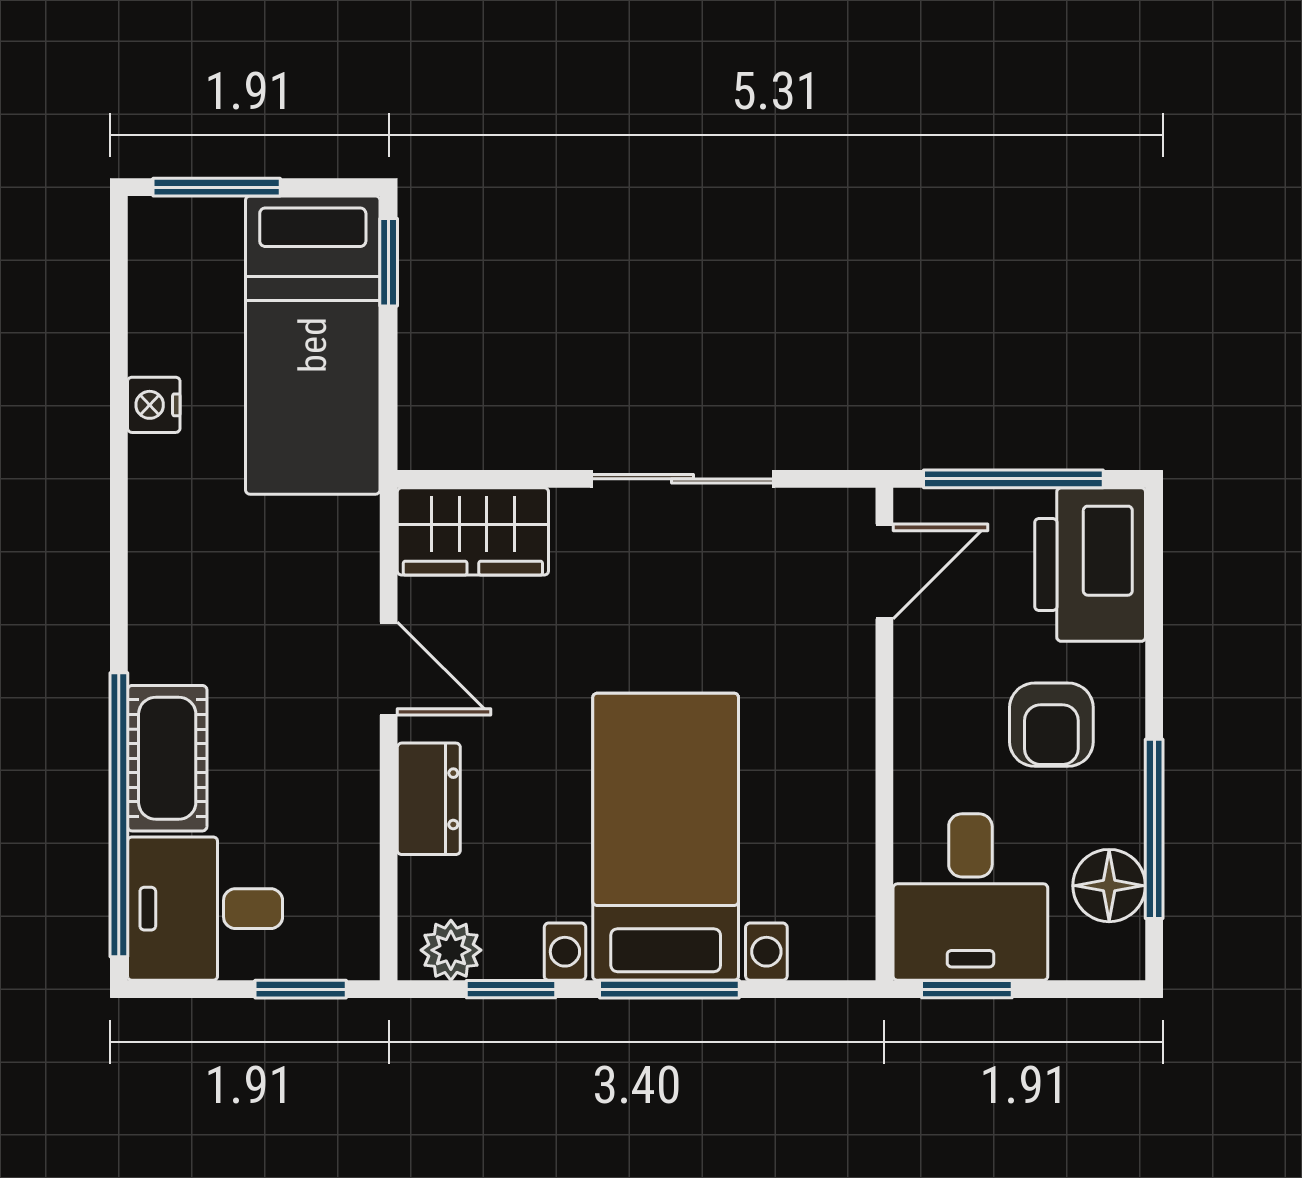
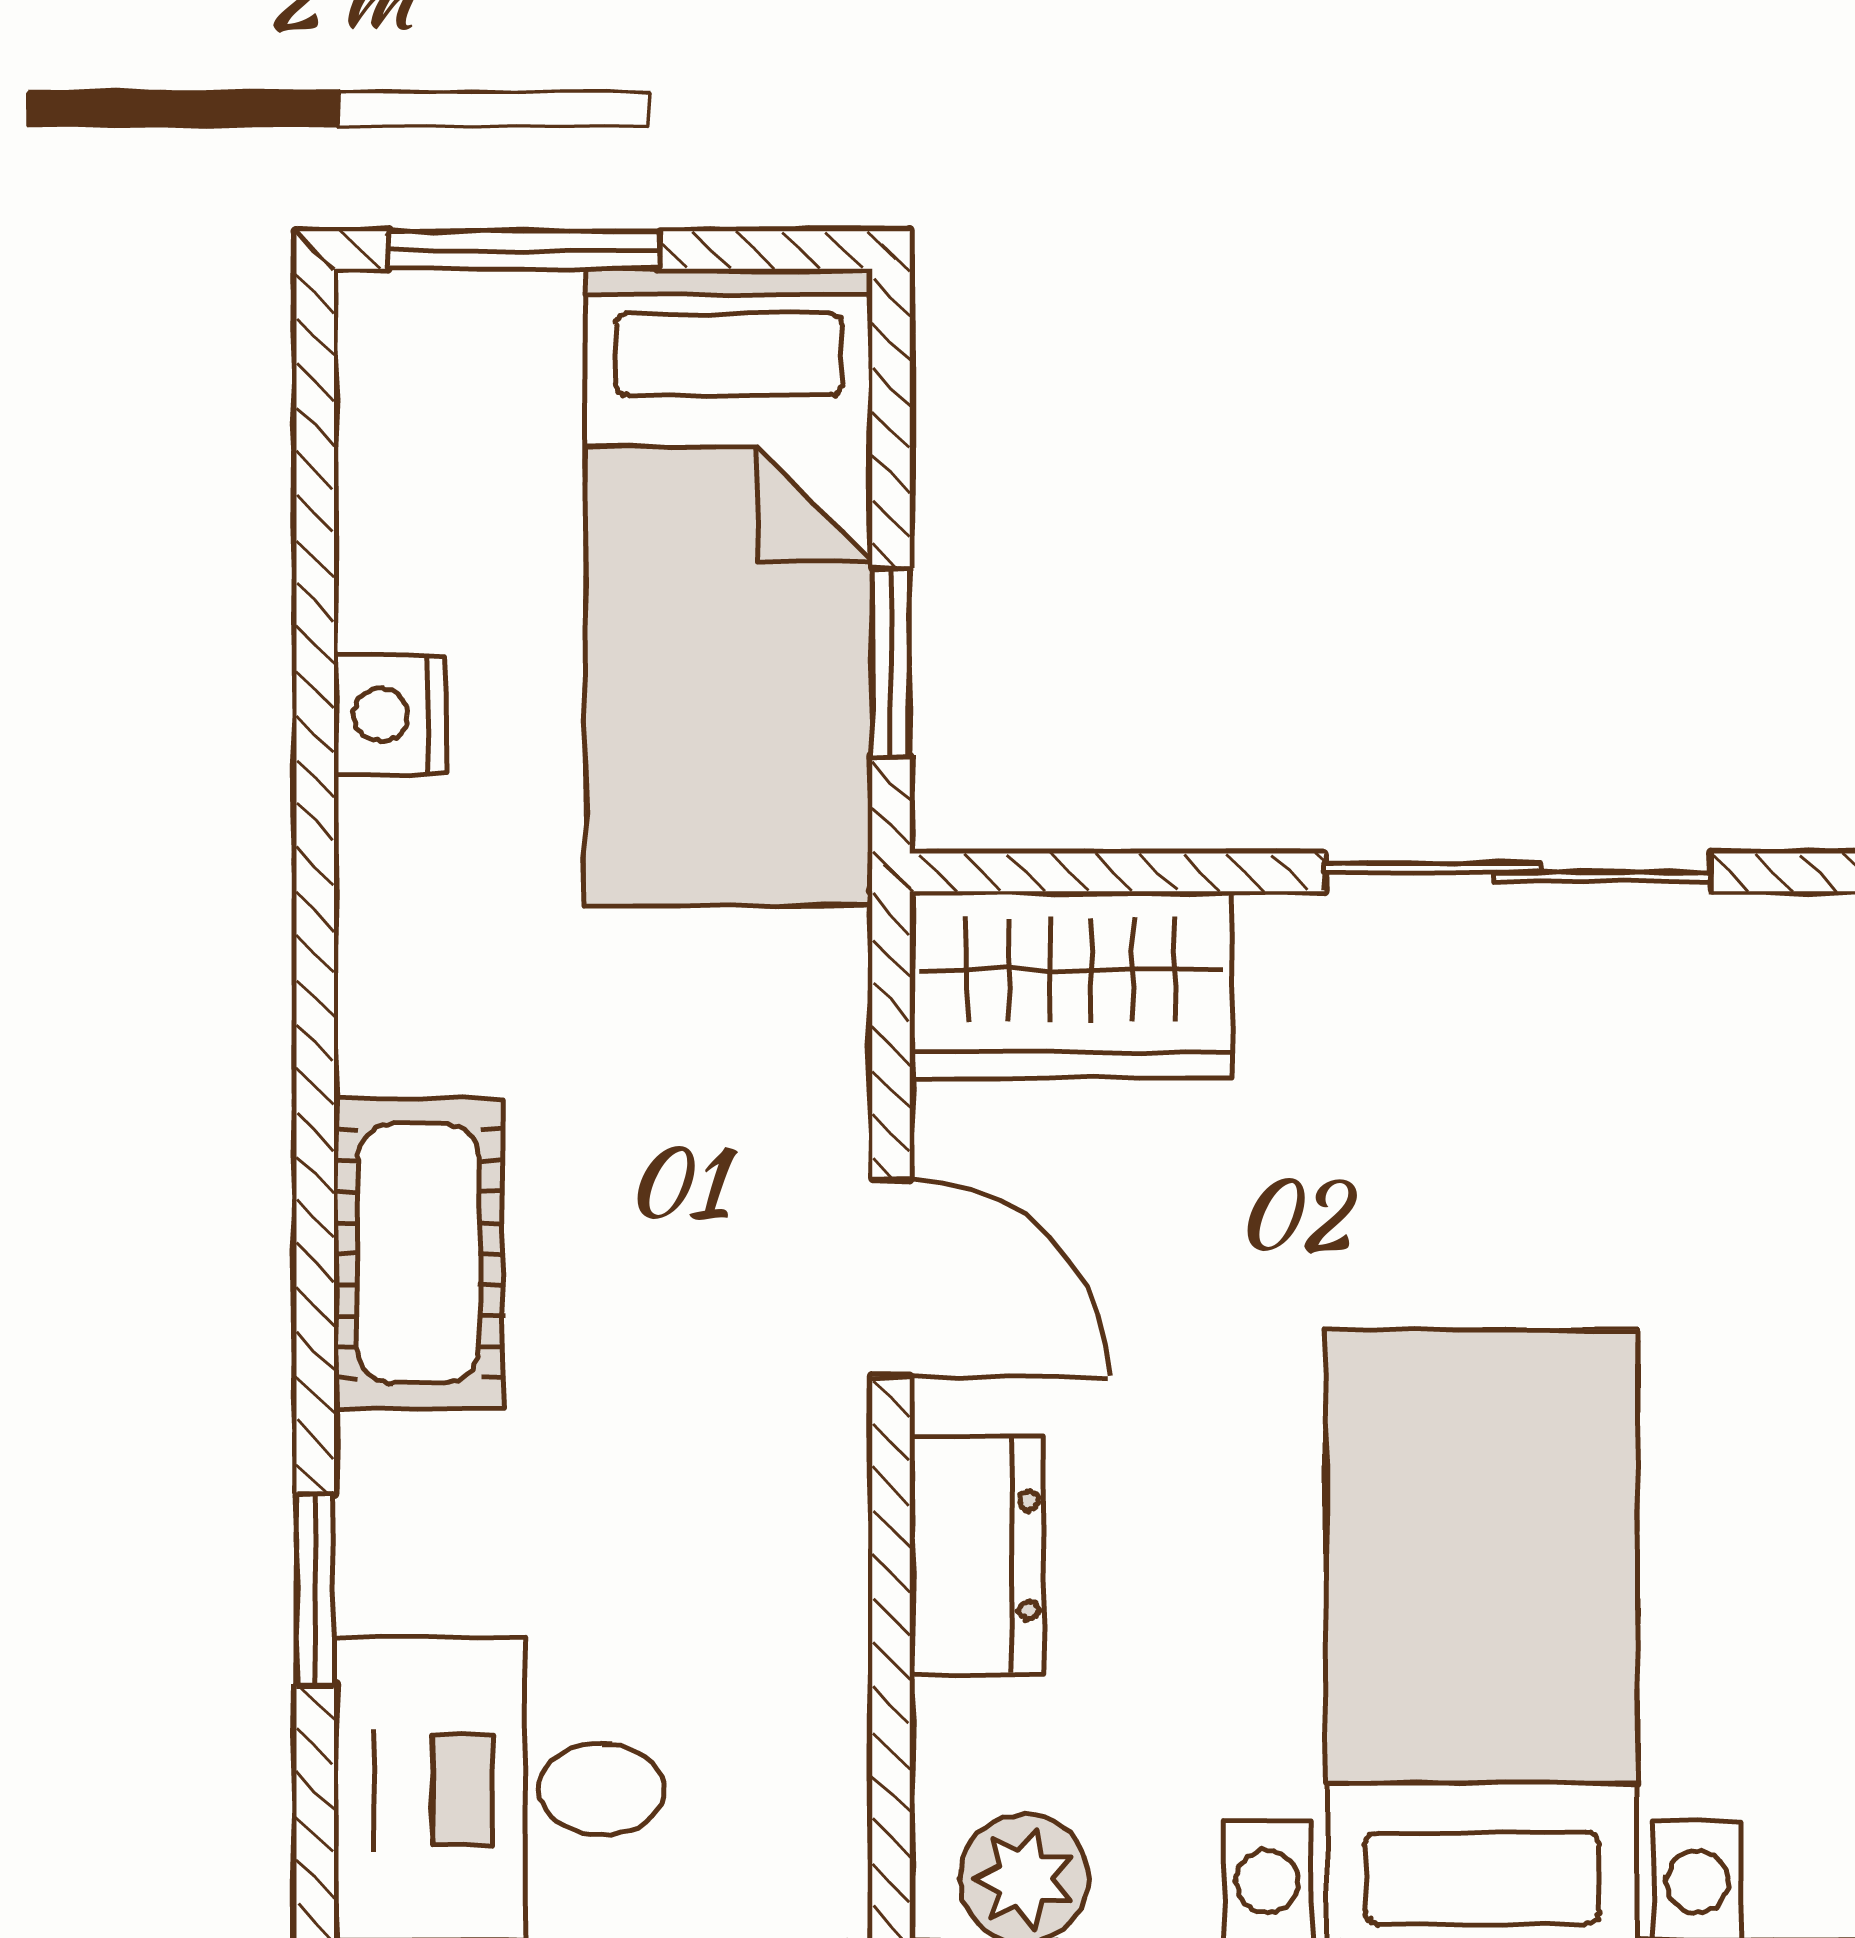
window: (389, 262) -> (891, 662), moved
cot: (167, 758) -> (418, 1254), moved
window: (119, 815) -> (315, 1590), width x0.32

